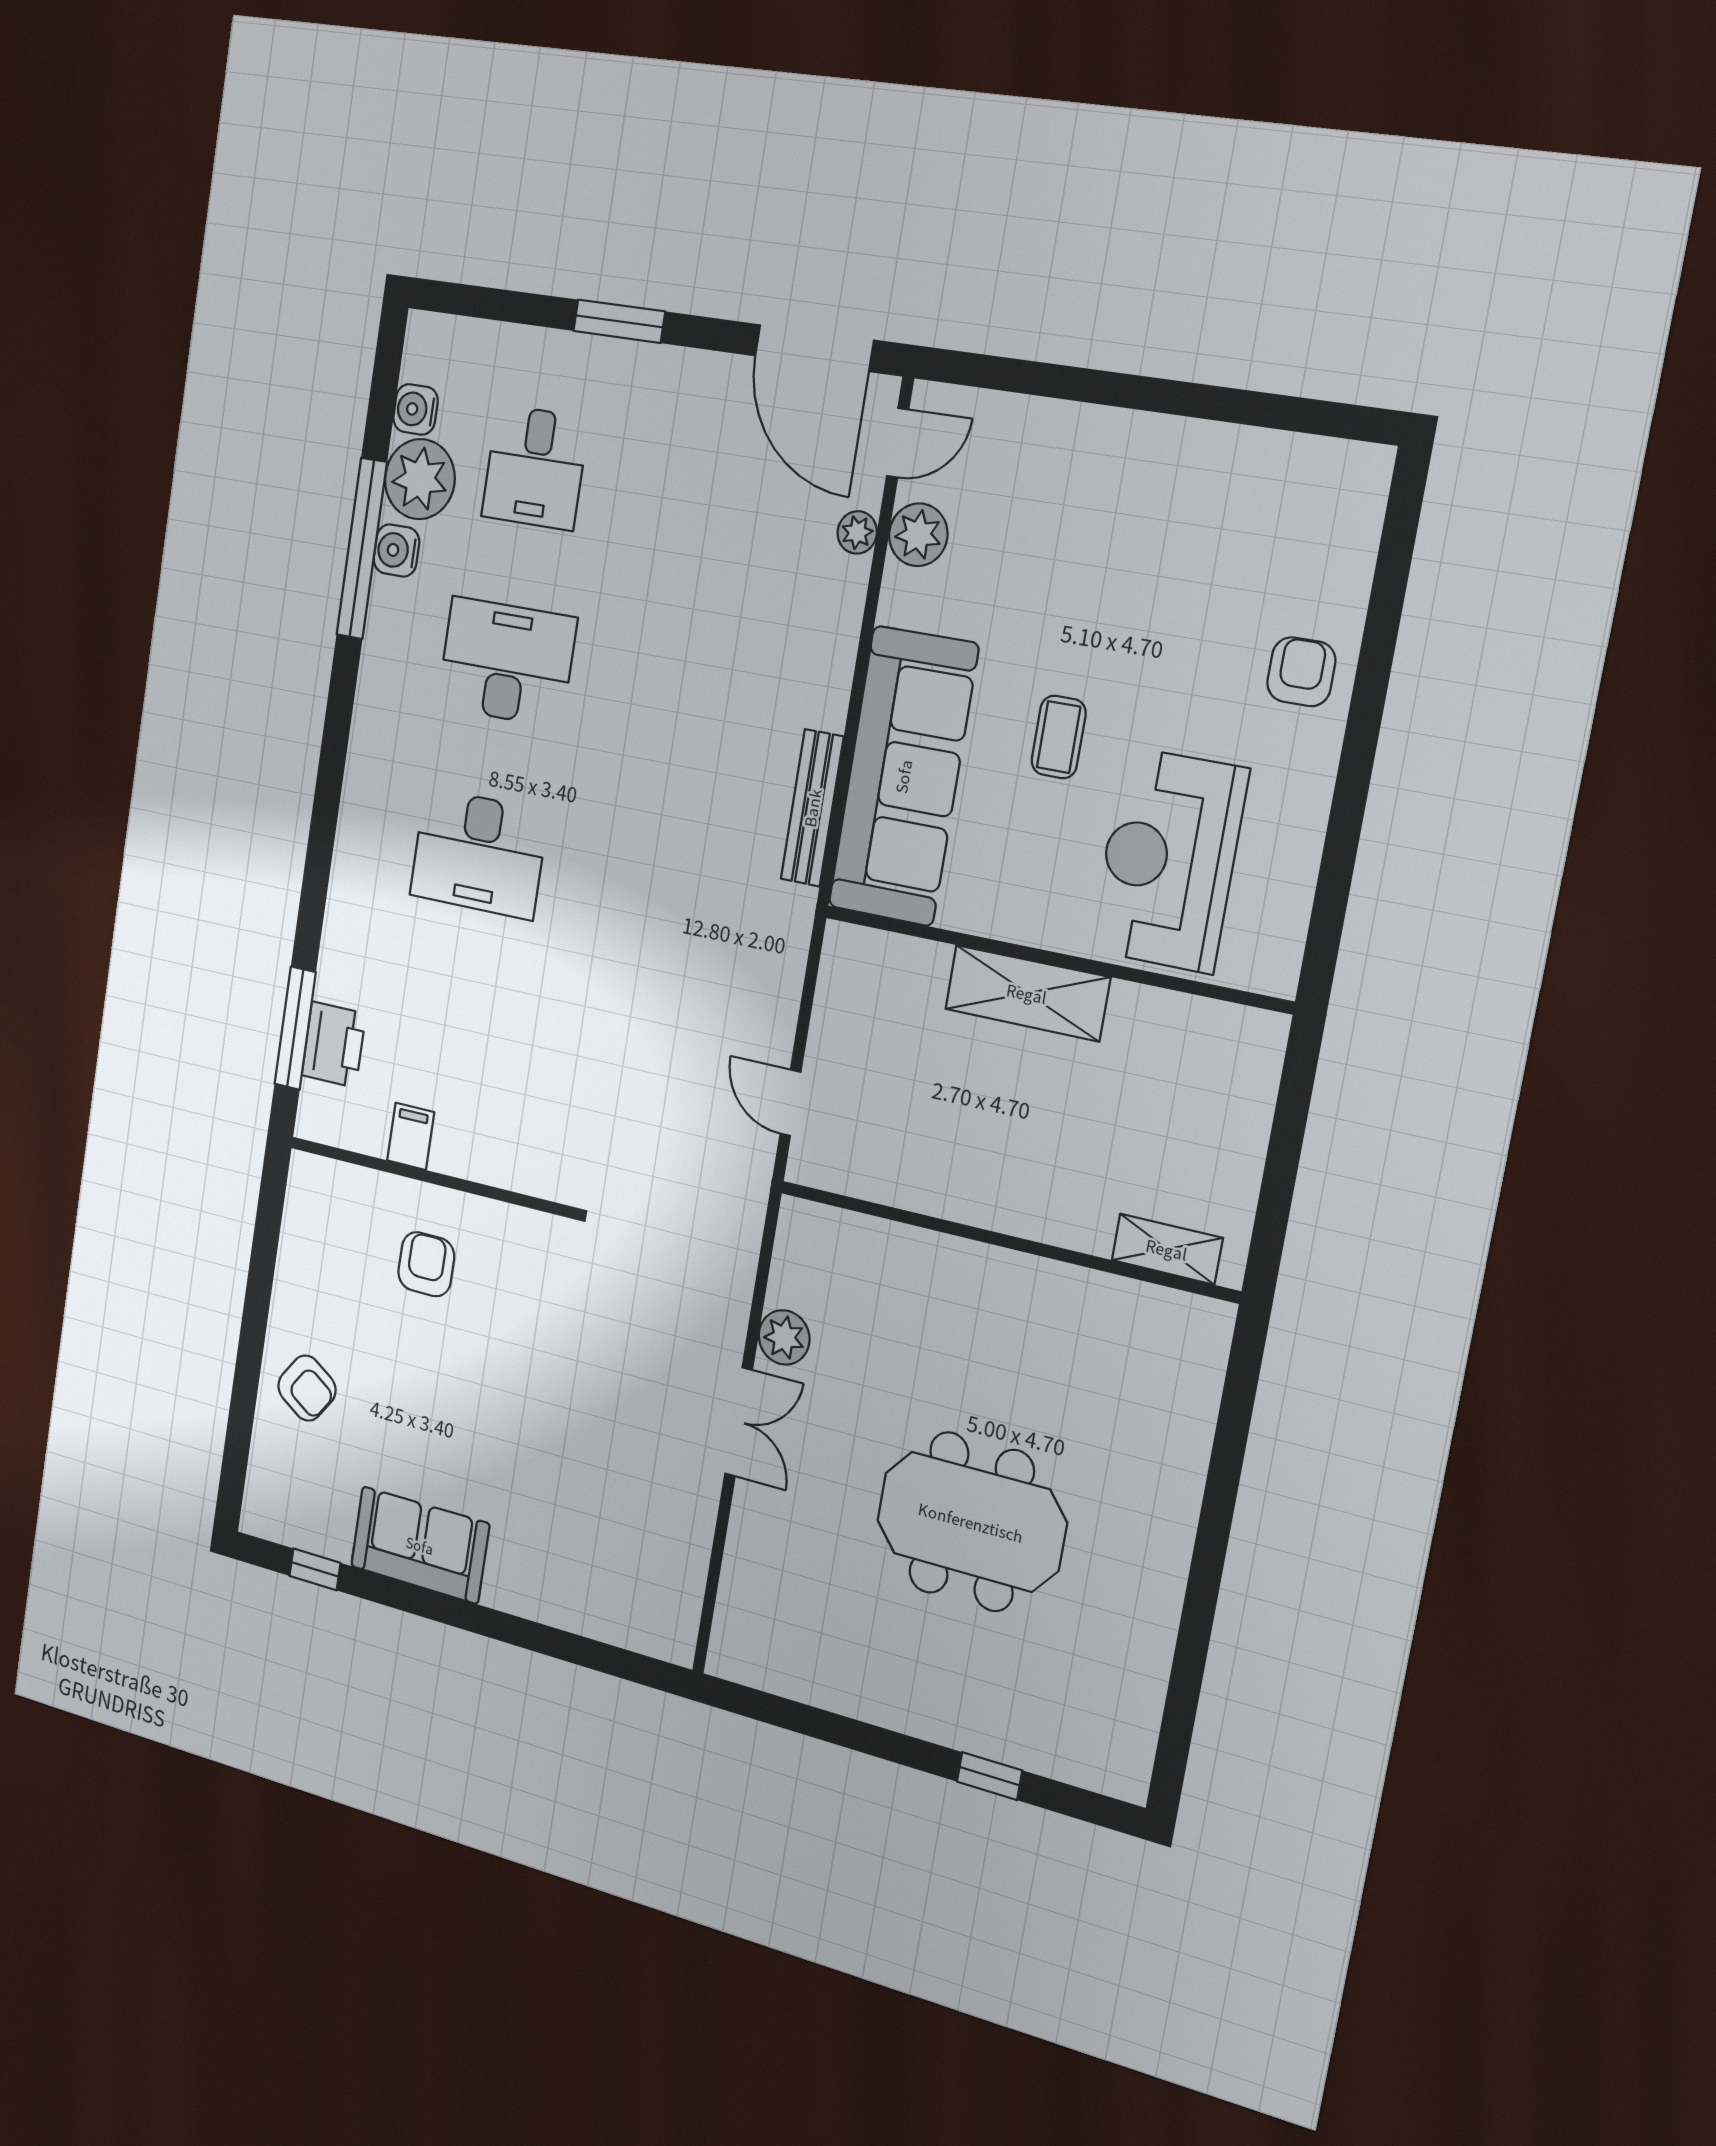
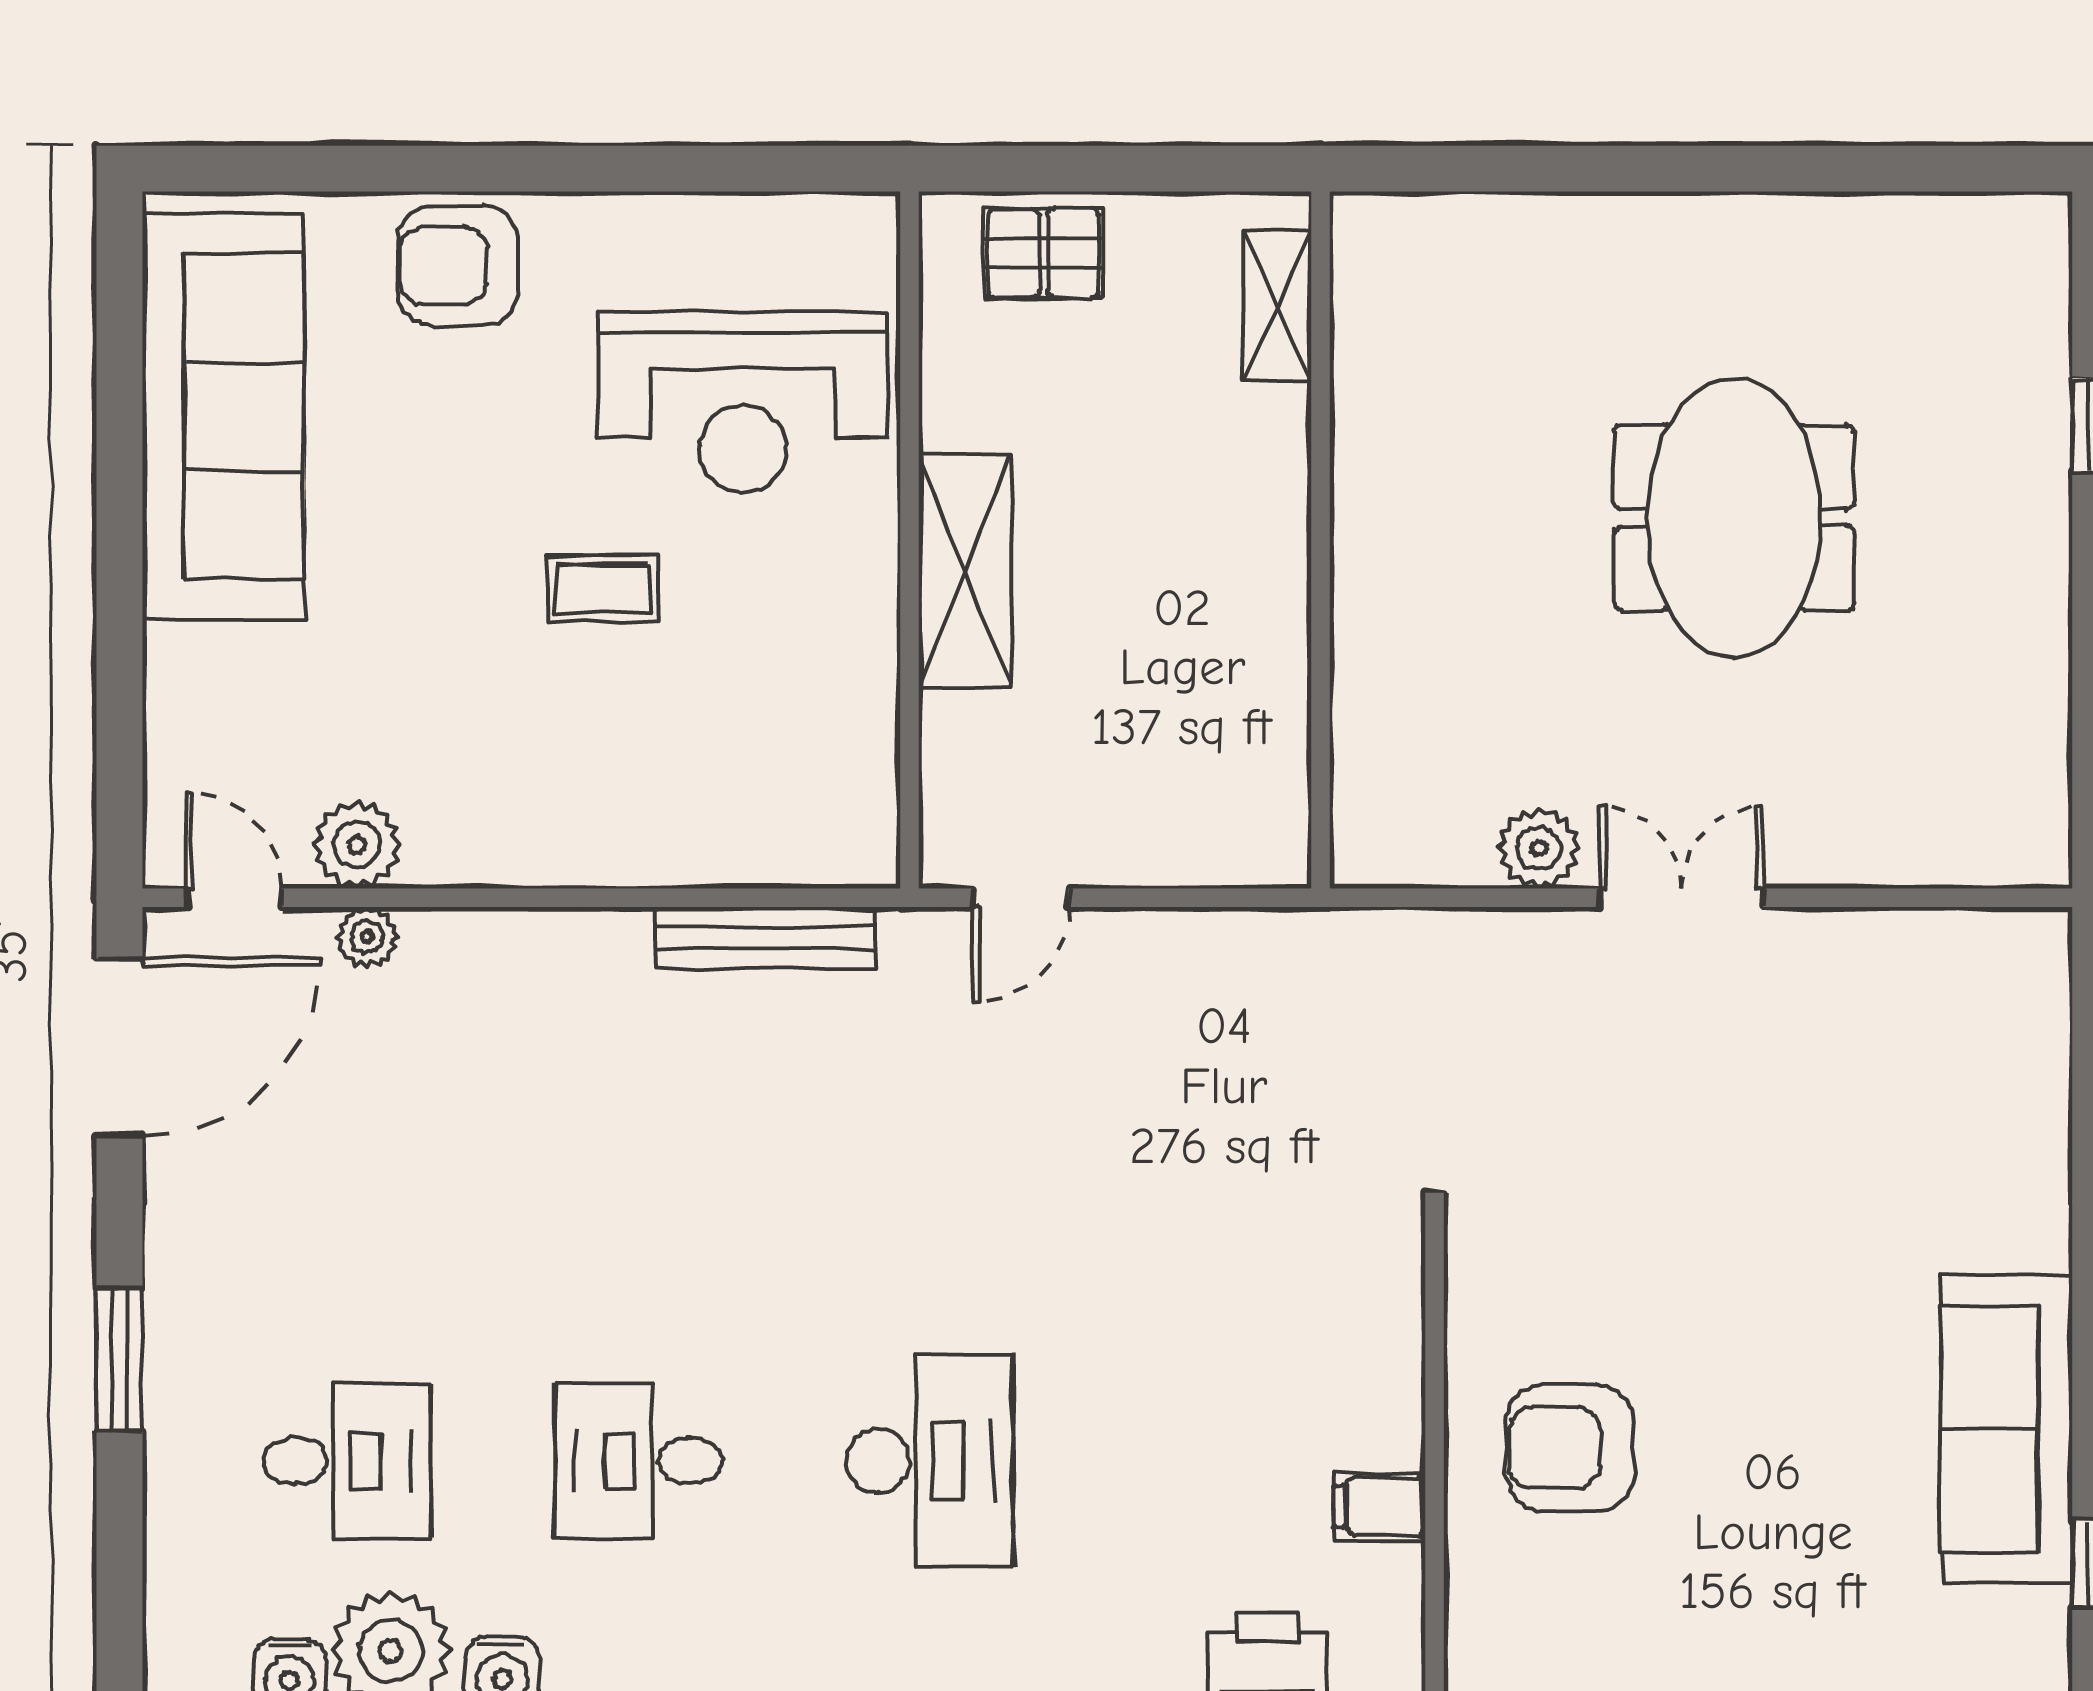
desk: (507, 662) -> (638, 1461), width x0.73
armchair: (1301, 672) -> (458, 266), width x1.38, depth x1.38
sofa: (903, 776) -> (223, 416), moved, turned 90
pallet: (1233, 1094) -> (1044, 253), added
door: (790, 1103) -> (1021, 898), moved
armchair: (426, 1264) -> (1570, 1448), width x1.38, depth x1.38
armchair: (307, 1388) -> (1812, 1624), removed
sofa: (420, 1545) -> (2007, 1429), width x1.36

